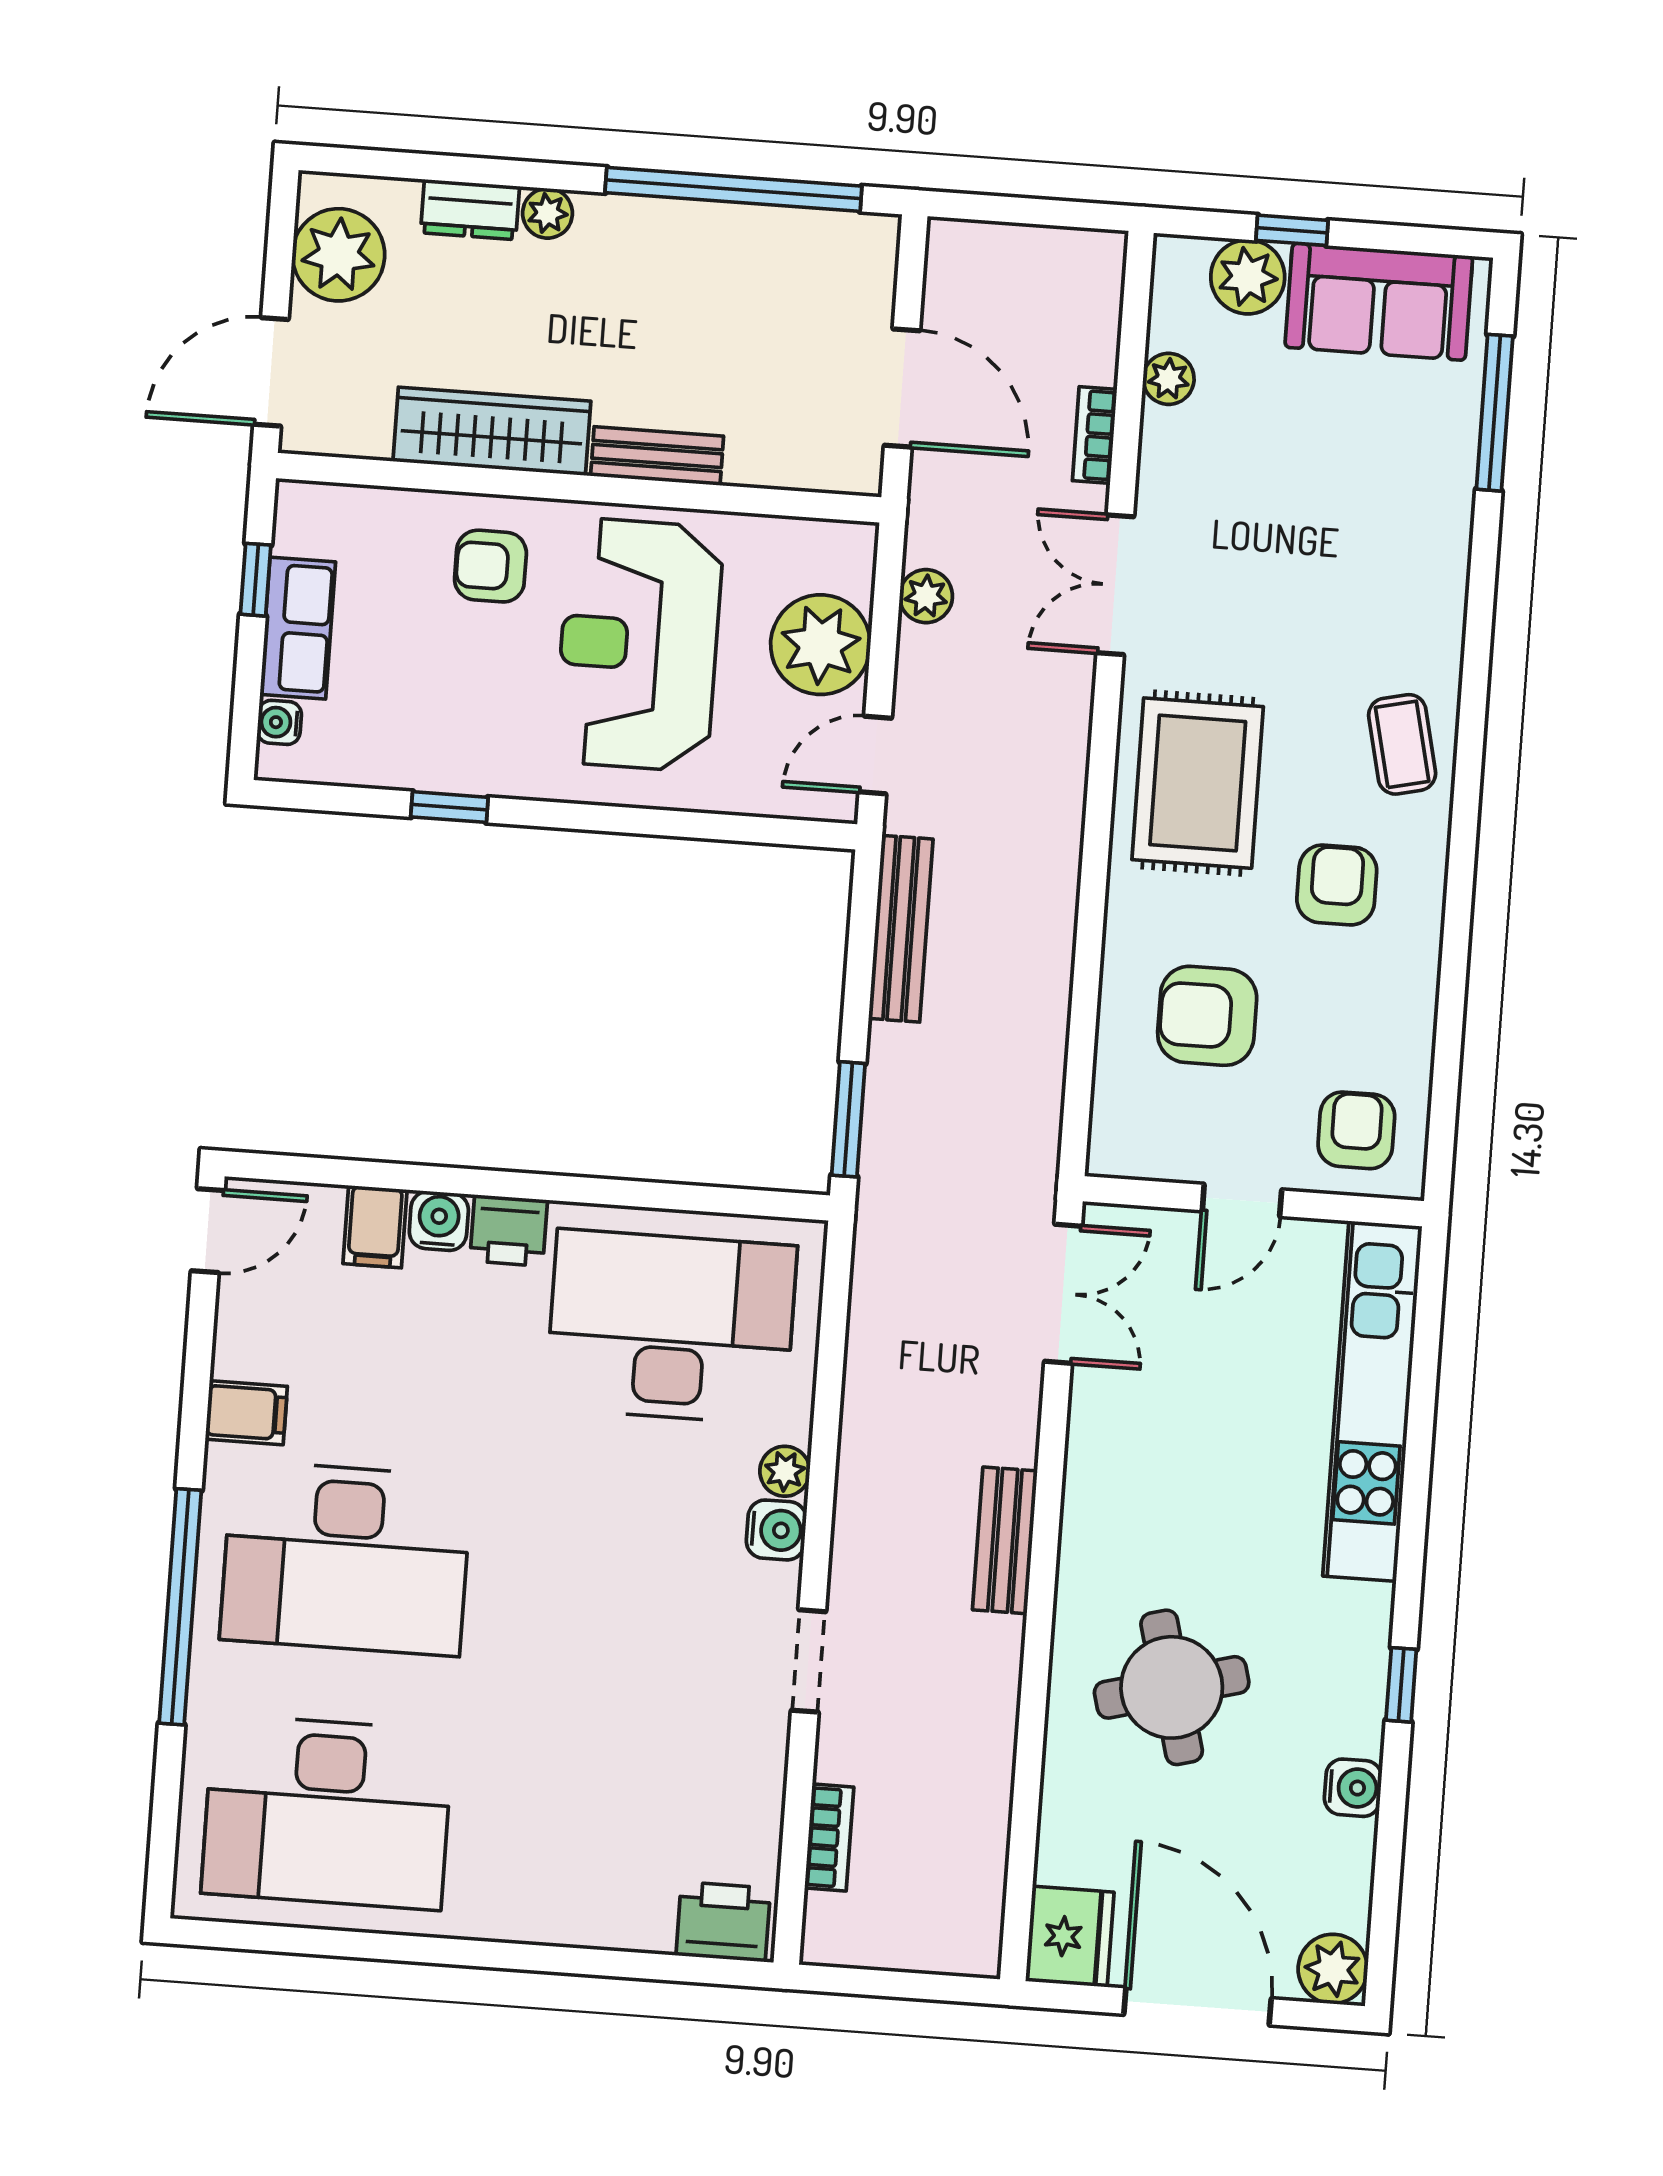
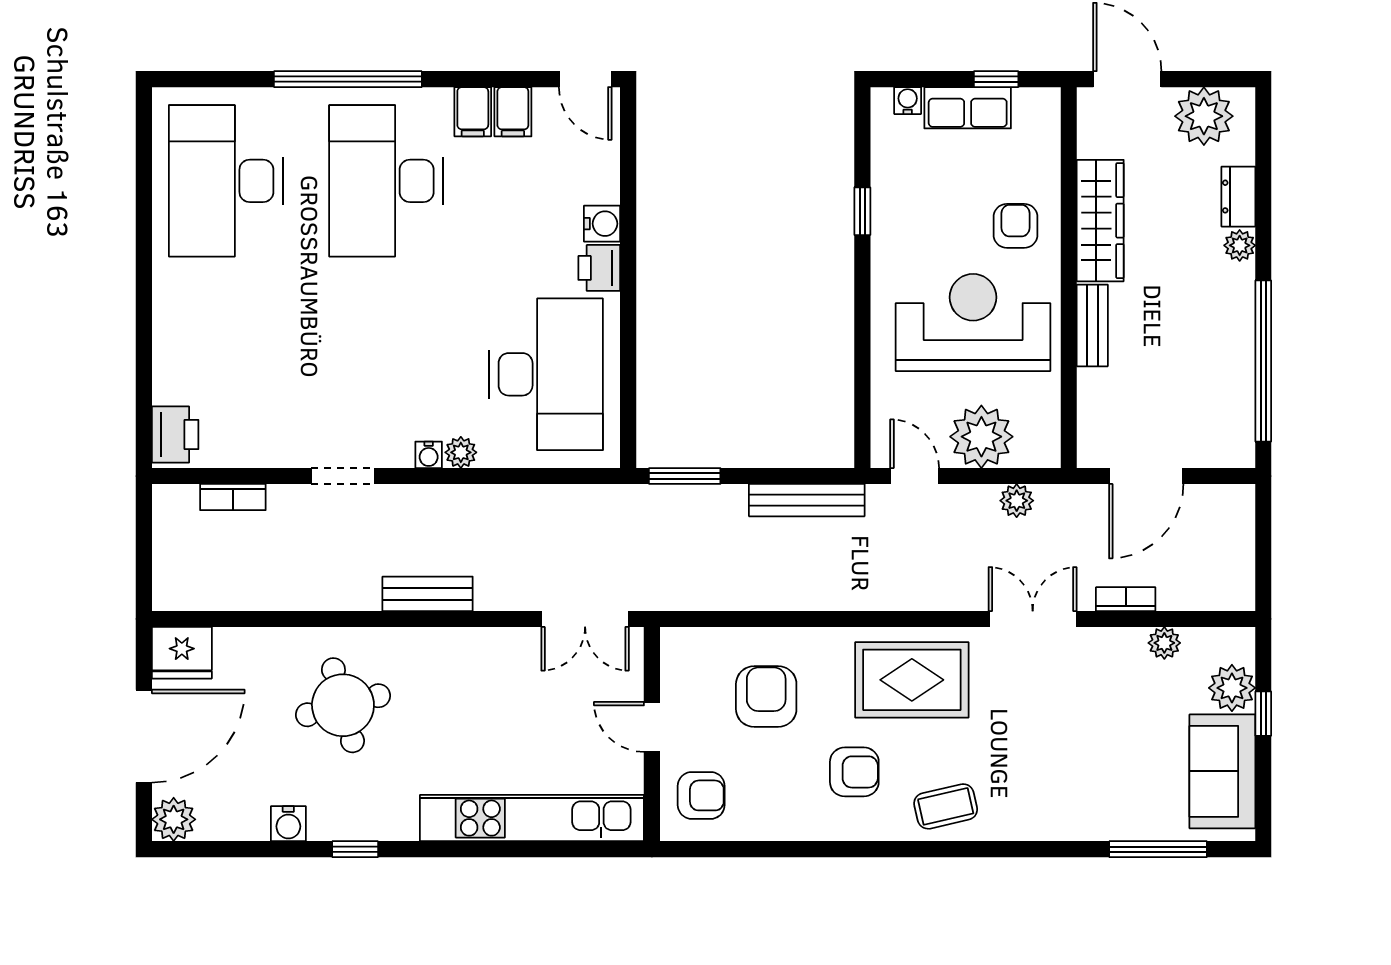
filing cabinet: (375, 1227) -> (513, 112), moved, turned -90
water cooler: (776, 1530) -> (429, 455), width x0.72, depth x0.72

